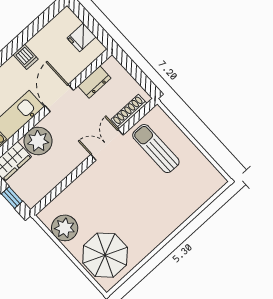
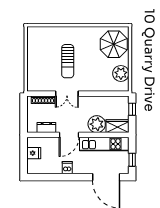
sun lounger: (156, 149) -> (68, 61), moved

